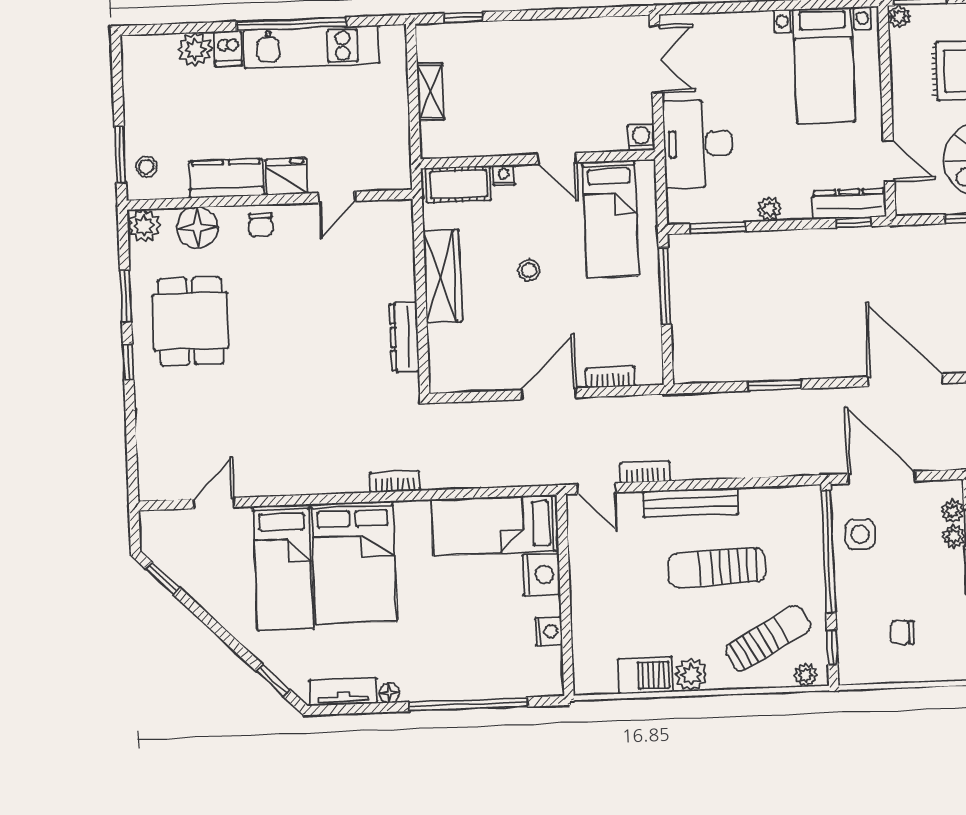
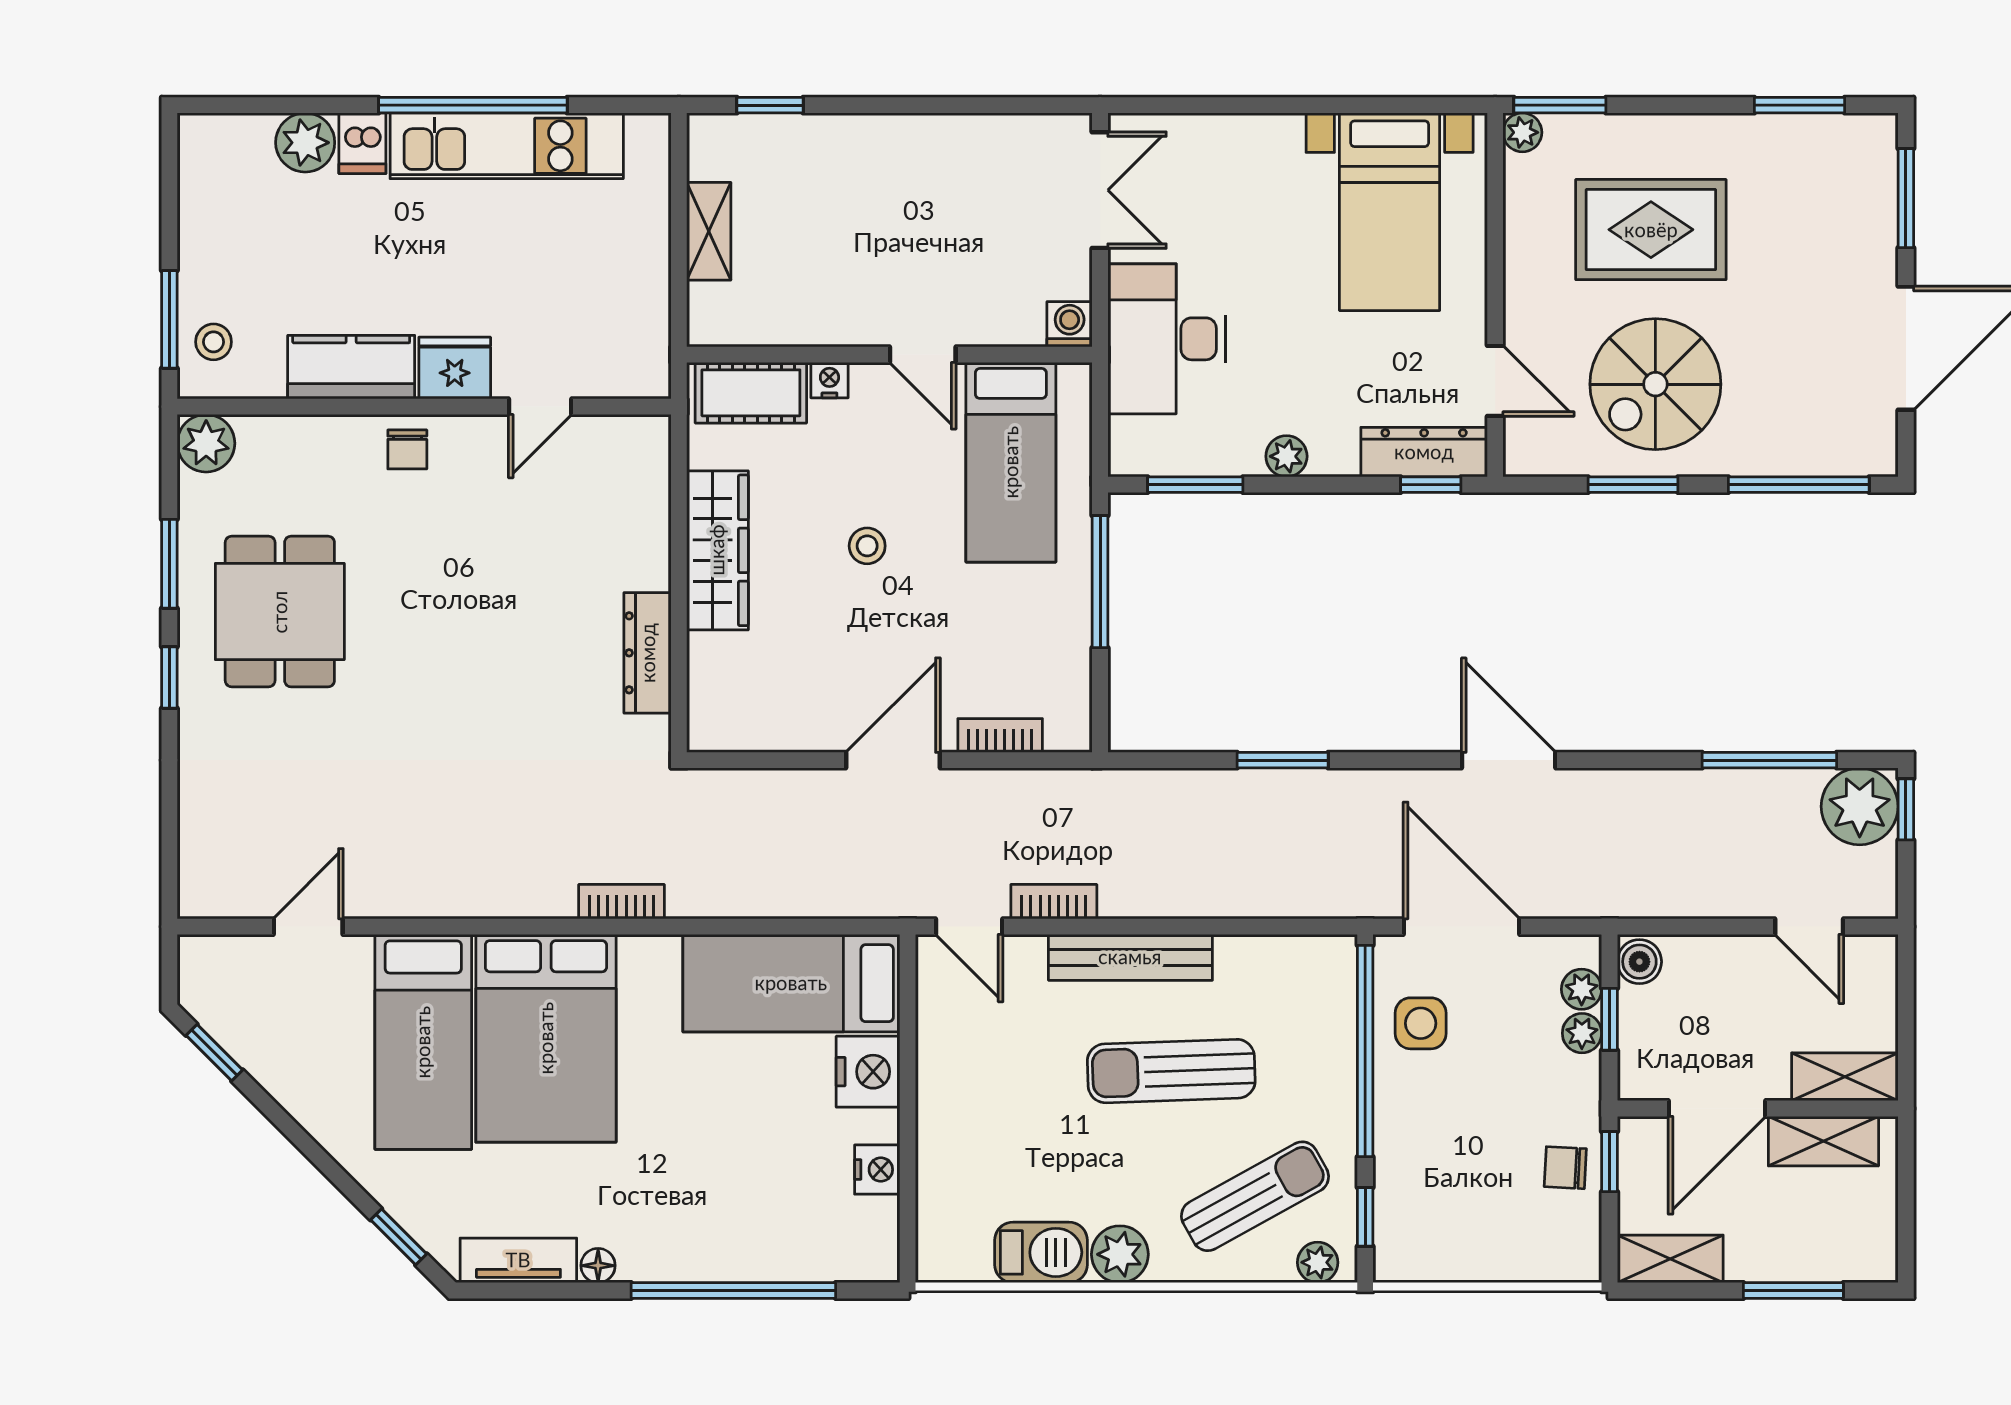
floor lamp: (197, 228) -> (298, 450), removed
door: (905, 380) -> (1509, 760), width x0.73
chair: (902, 632) -> (1565, 1168), moved

